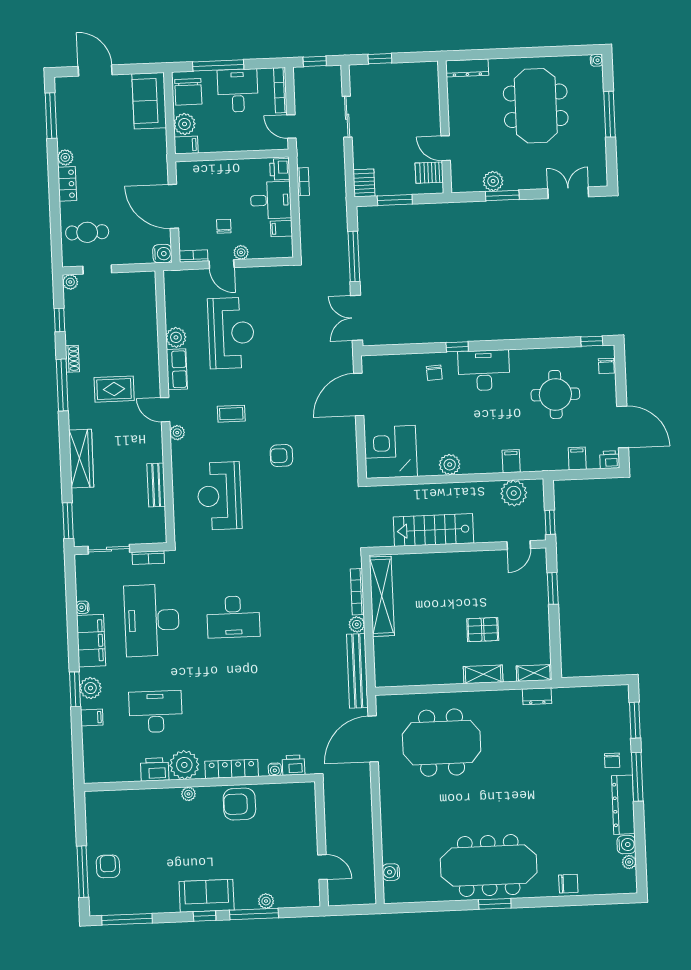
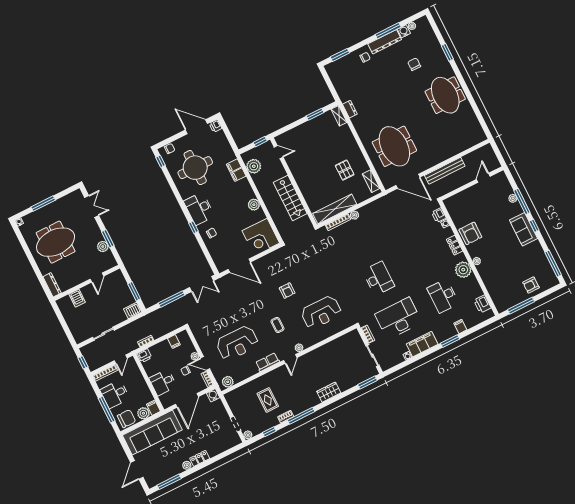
window: (380, 59) -> (67, 330), removed
sofa: (149, 101) -> (152, 432), width x1.85, depth x1.27
server rack: (429, 173) -> (77, 298), moved
double door: (568, 193) -> (92, 206), swing flipped
desk: (271, 200) -> (163, 382), moved, turned -90
cafe table: (87, 232) -> (219, 438), removed
door: (222, 264) -> (205, 363), swing flipped
reception desk: (231, 333) -> (237, 343), turned 180
plant: (176, 337) -> (228, 382), moved
rug: (114, 389) -> (268, 400), moved
round table: (555, 394) -> (195, 168), width x1.36, depth x1.36
door: (623, 427) -> (196, 127), hinge flipped
filing cabinet: (577, 458) -> (234, 166), moved
wardrobe: (81, 459) -> (329, 392), width x0.67
bench: (156, 485) -> (330, 346), removed
window: (553, 588) -> (315, 114), moved
desk: (152, 620) -> (398, 318), turned 180
pallet: (483, 630) -> (345, 170), moved
bench: (357, 671) -> (445, 171), moved
shelving: (483, 674) -> (371, 181), moved
plant: (91, 688) -> (446, 334), removed
printer: (155, 769) -> (482, 304), moved
locker: (232, 769) -> (455, 245), width x0.66
window: (637, 777) -> (388, 31), moved
meeting table: (489, 866) -> (445, 95), width x0.73
window: (83, 872) -> (521, 306), moved
water cooler: (391, 872) -> (470, 143), removed
chair: (568, 884) -> (414, 64), moved
window: (495, 904) -> (447, 52), moved

